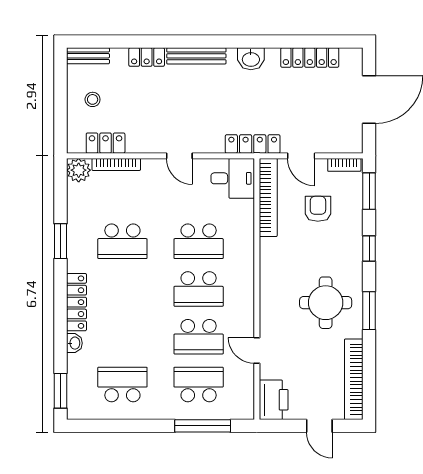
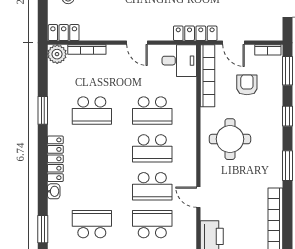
locker: (106, 143) -> (64, 33), moved
round table: (326, 303) -> (230, 139), moved

